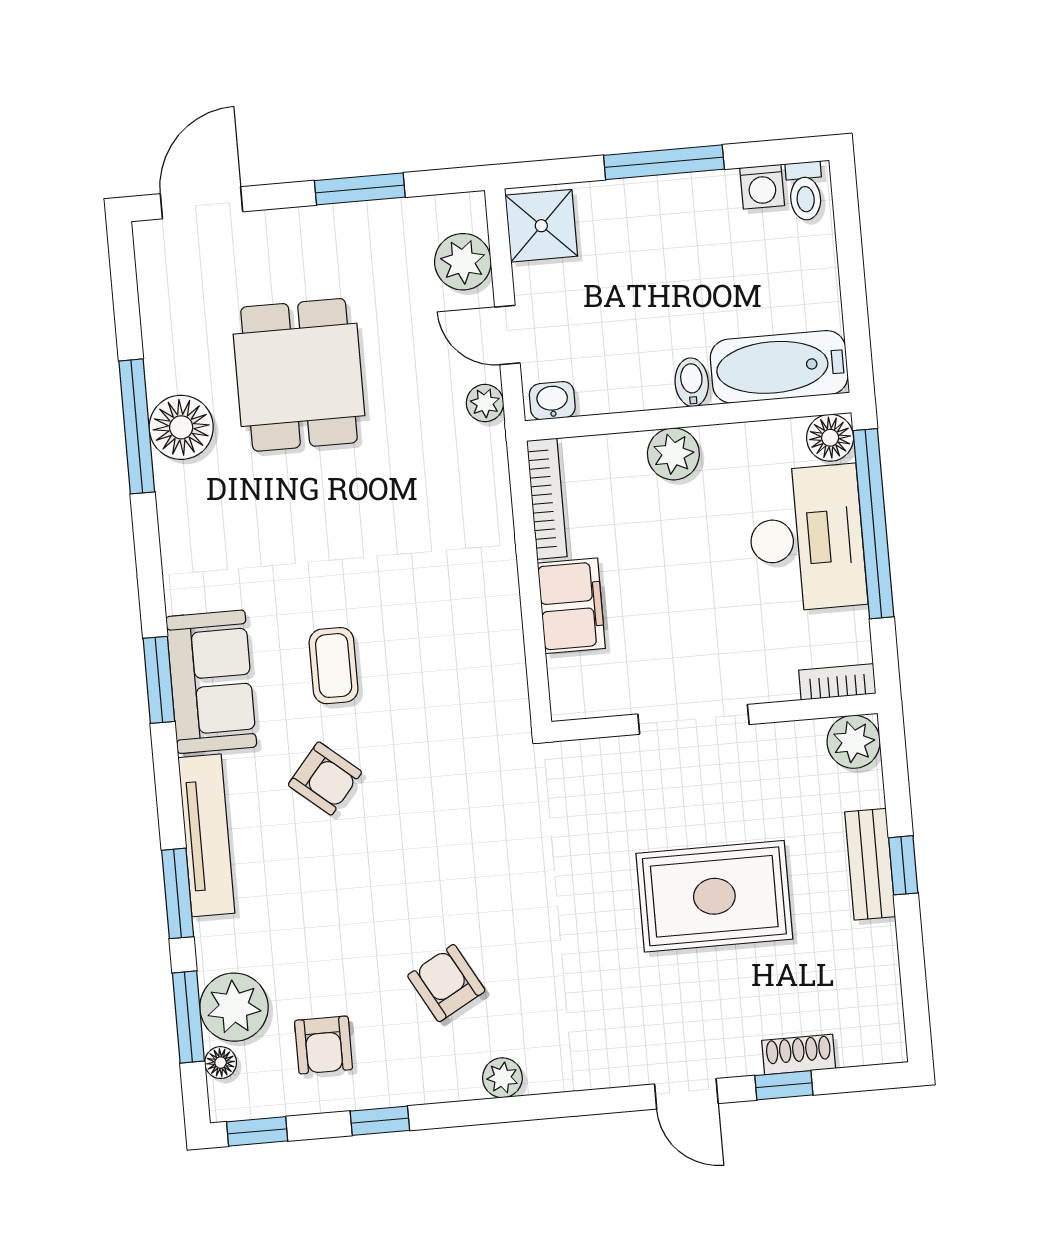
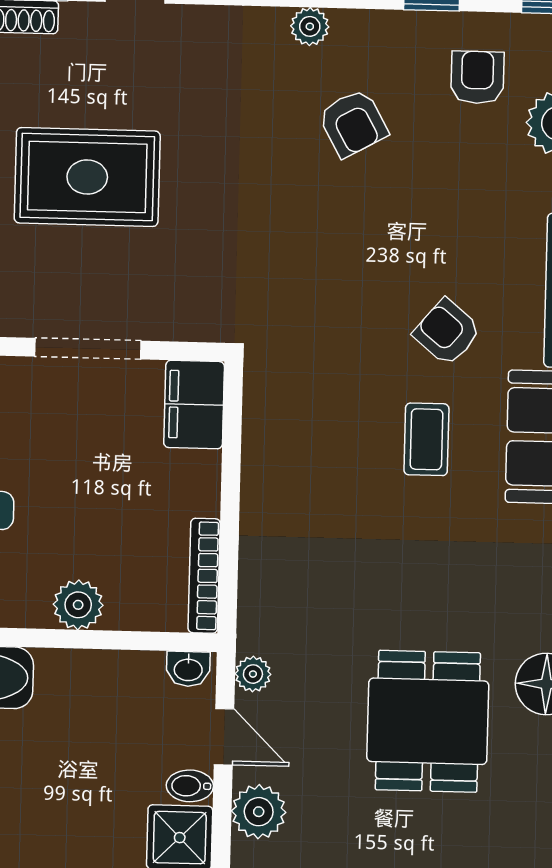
bidet: (692, 382) -> (190, 786), moved, turned 90
filing cabinet: (571, 606) -> (194, 405), moved

